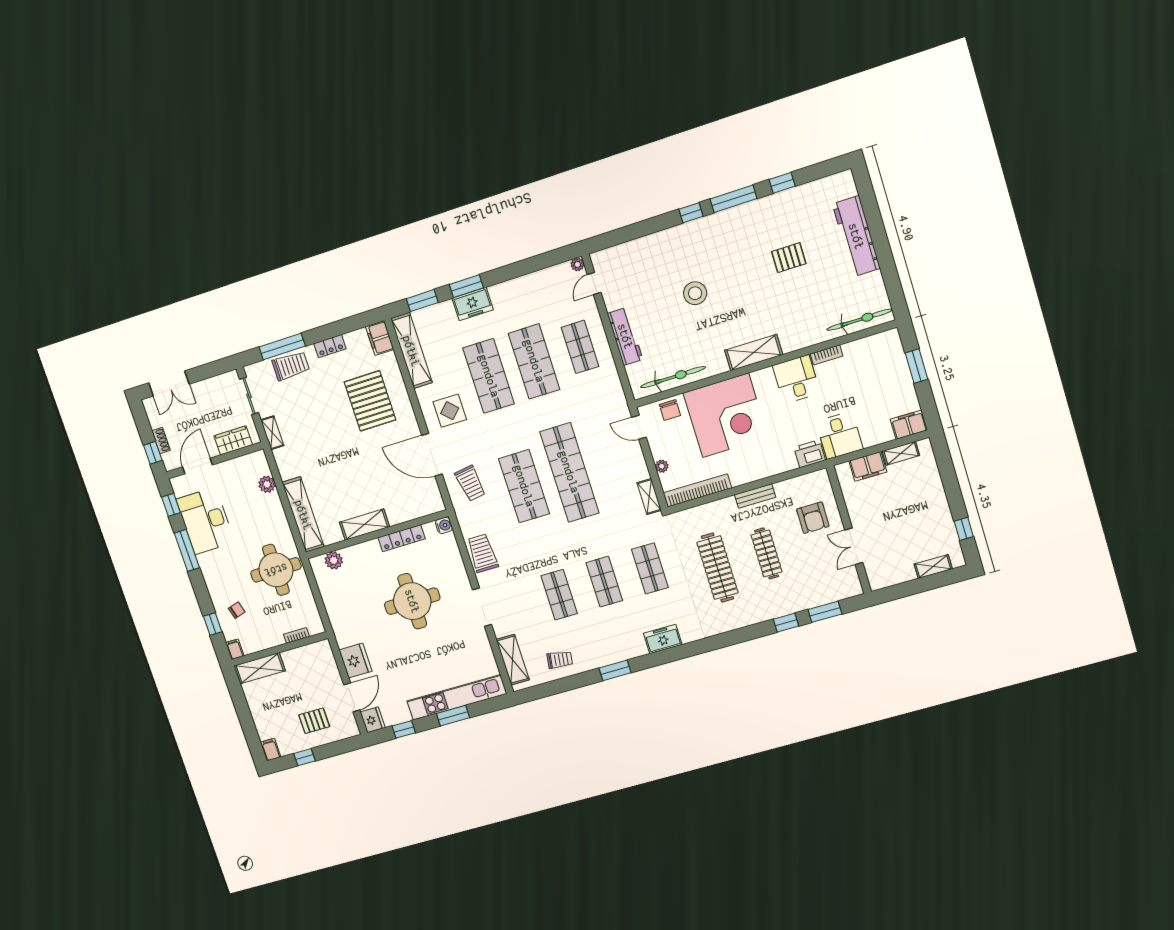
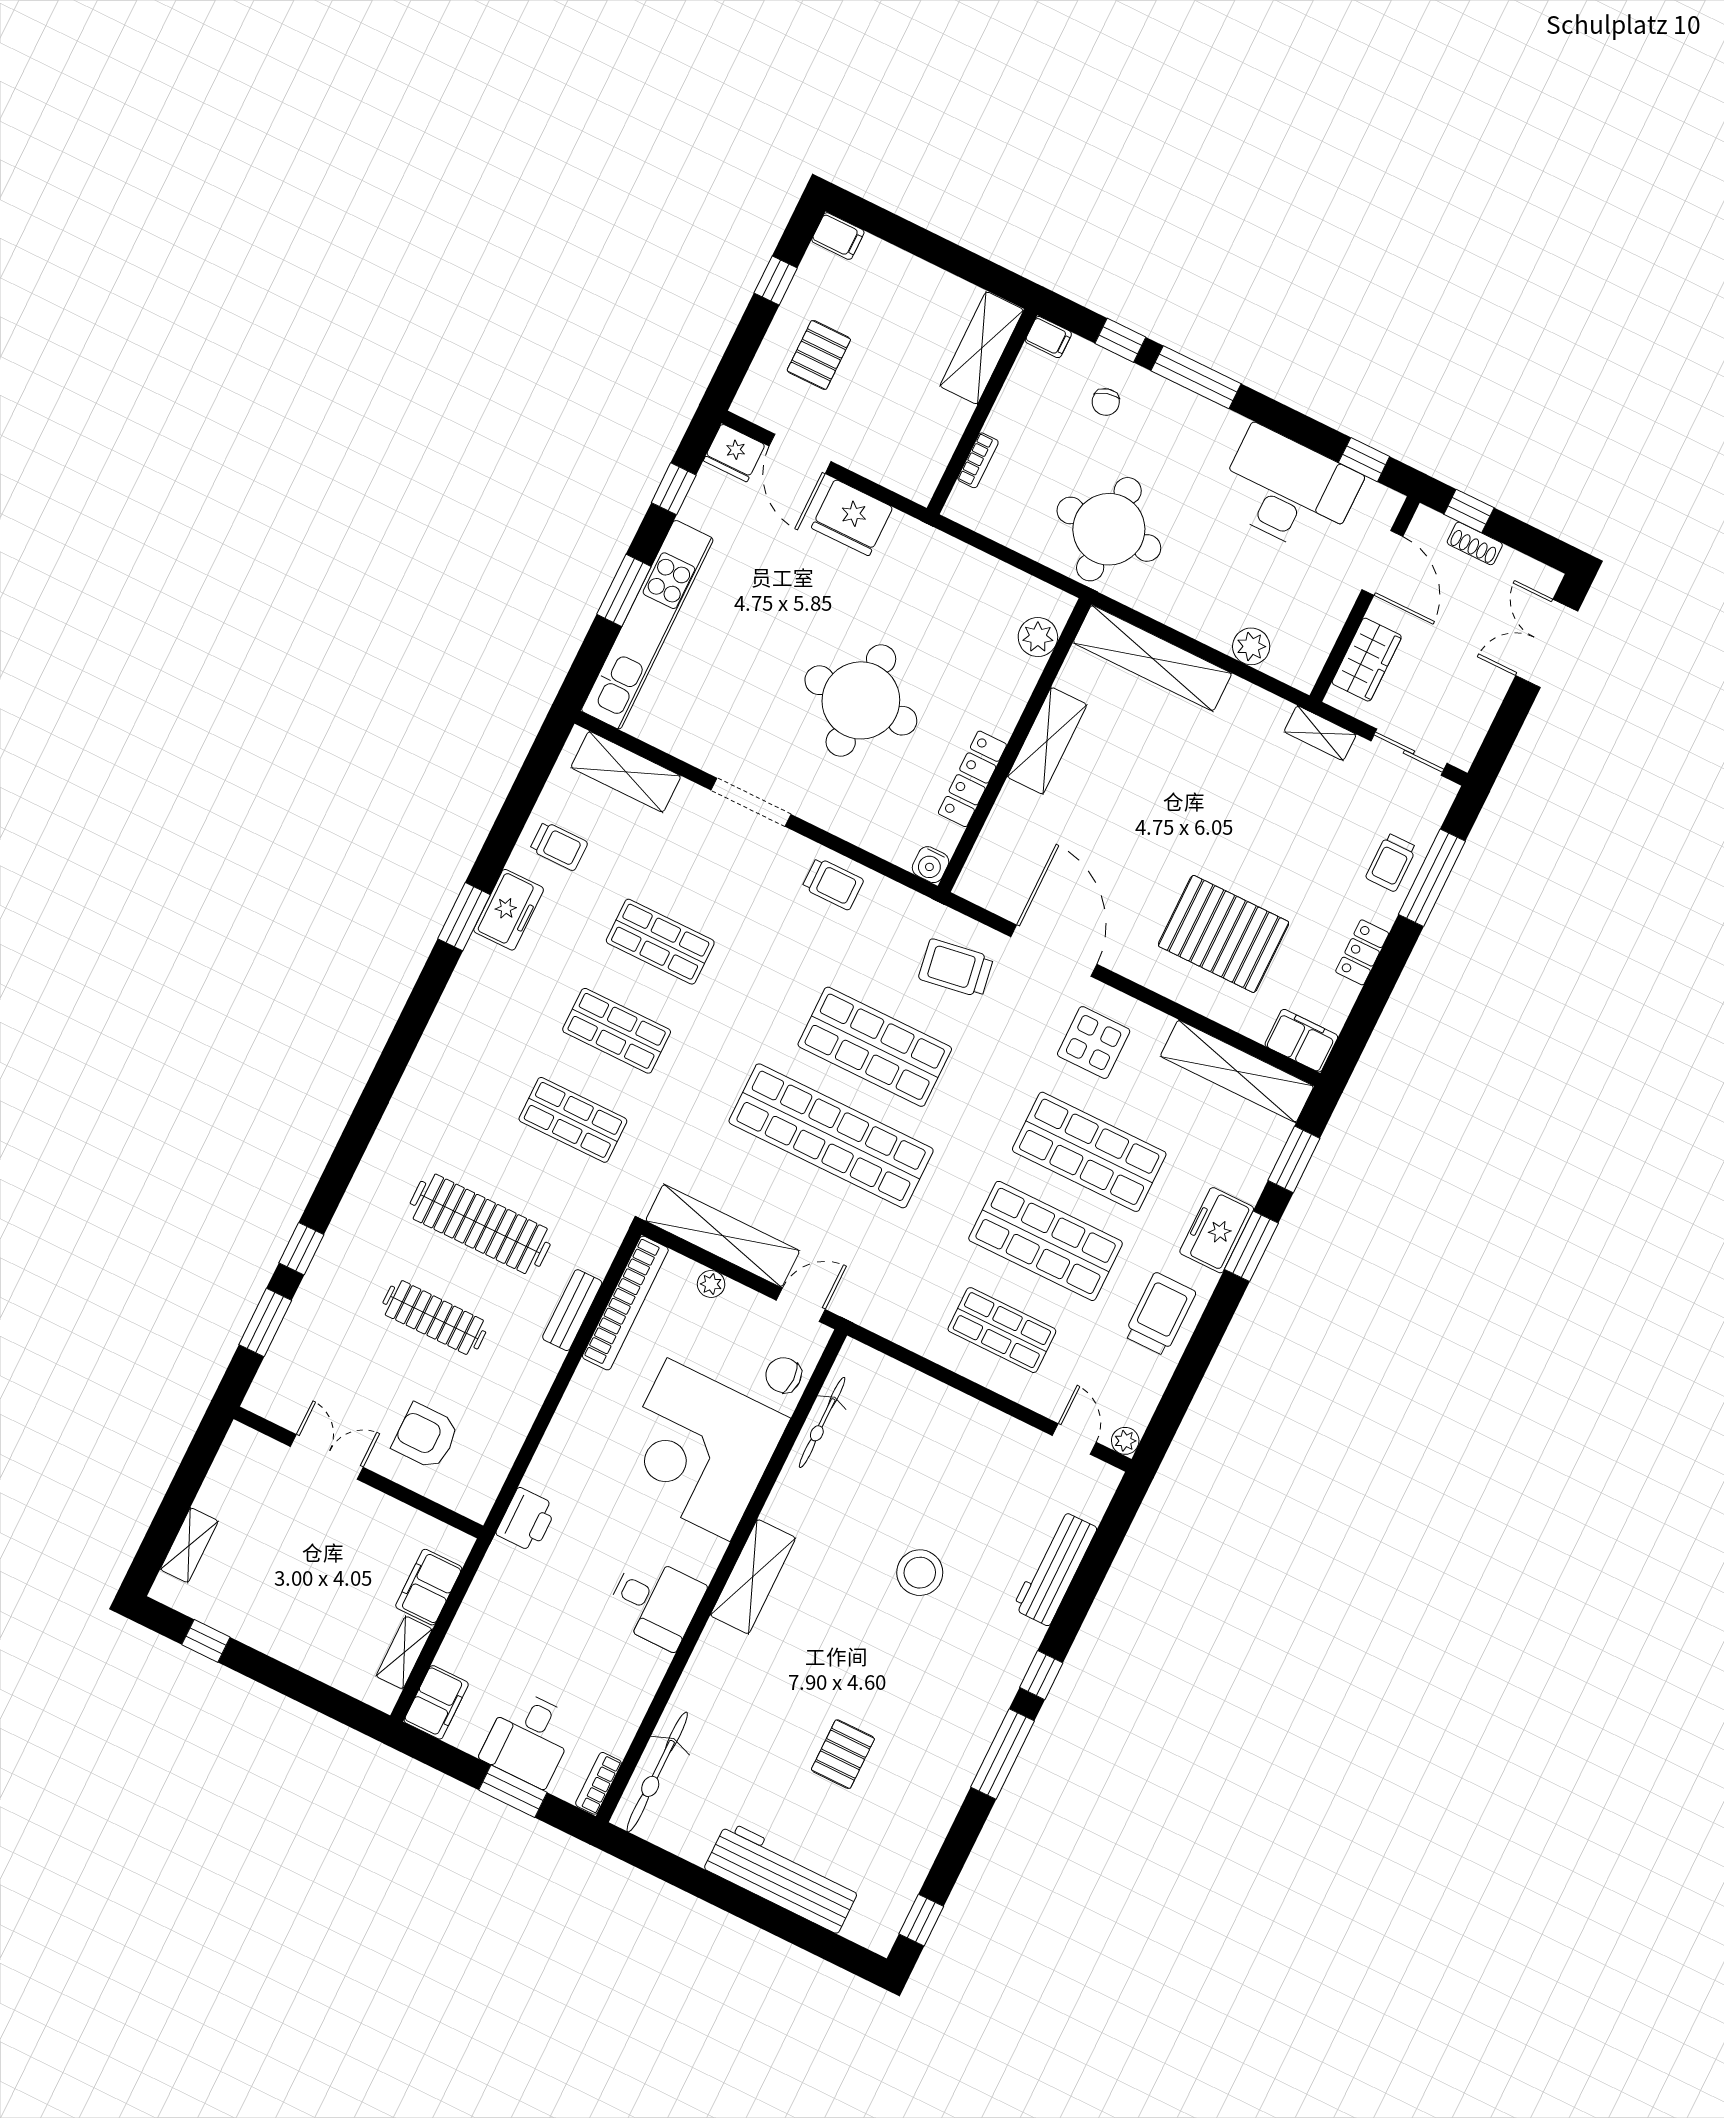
window: (782, 183) -> (921, 1920), moved
trolley: (521, 296) -> (1160, 1314), added
workbench: (625, 336) -> (1055, 1568), moved, turned 90
bookcase: (827, 355) -> (598, 1783), moved
trolley: (291, 366) -> (1391, 862), width x0.73, depth x0.72
bicycle: (673, 377) -> (822, 1422), width x0.73, depth x0.71
desk: (840, 435) -> (529, 1738), moved, turned -90
door: (432, 455) -> (1054, 951), hinge flipped
shelving: (649, 496) -> (723, 1236), width x2.20, depth x1.33
bench: (755, 496) -> (572, 1310), moved
window: (187, 550) -> (1196, 377), moved
trolley: (482, 553) -> (833, 884), width x0.73, depth x0.72
freezer: (663, 639) -> (509, 910), moved
trolley: (560, 660) -> (559, 846), turned -98

